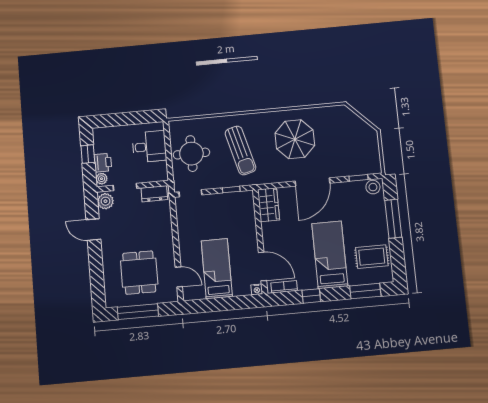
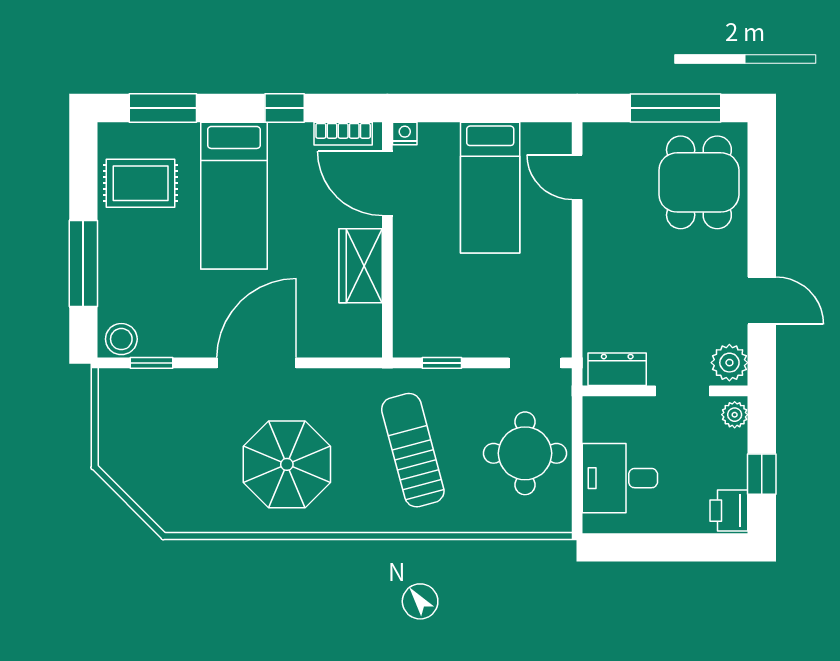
printer: (103, 163) -> (729, 511), moved
wardrobe: (269, 205) -> (361, 266), moved
dining table: (139, 273) -> (699, 182), moved

